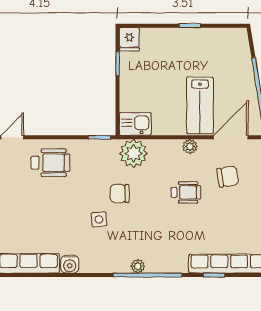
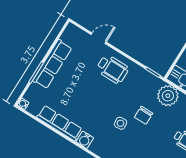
chair: (120, 193) -> (144, 115), turned -90

